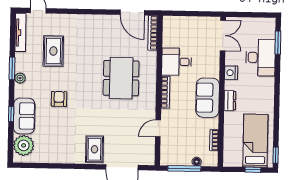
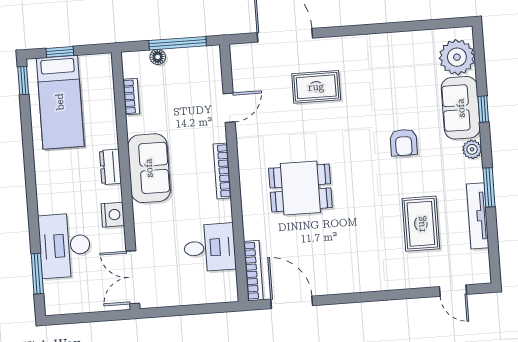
tv unit: (20, 33) -> (478, 216), moved
desk: (177, 62) -> (210, 248), moved
plant: (20, 78) -> (472, 149), moved
dining table: (121, 78) -> (300, 188), width x0.73
rug: (94, 149) -> (316, 87), moved, turned 90

